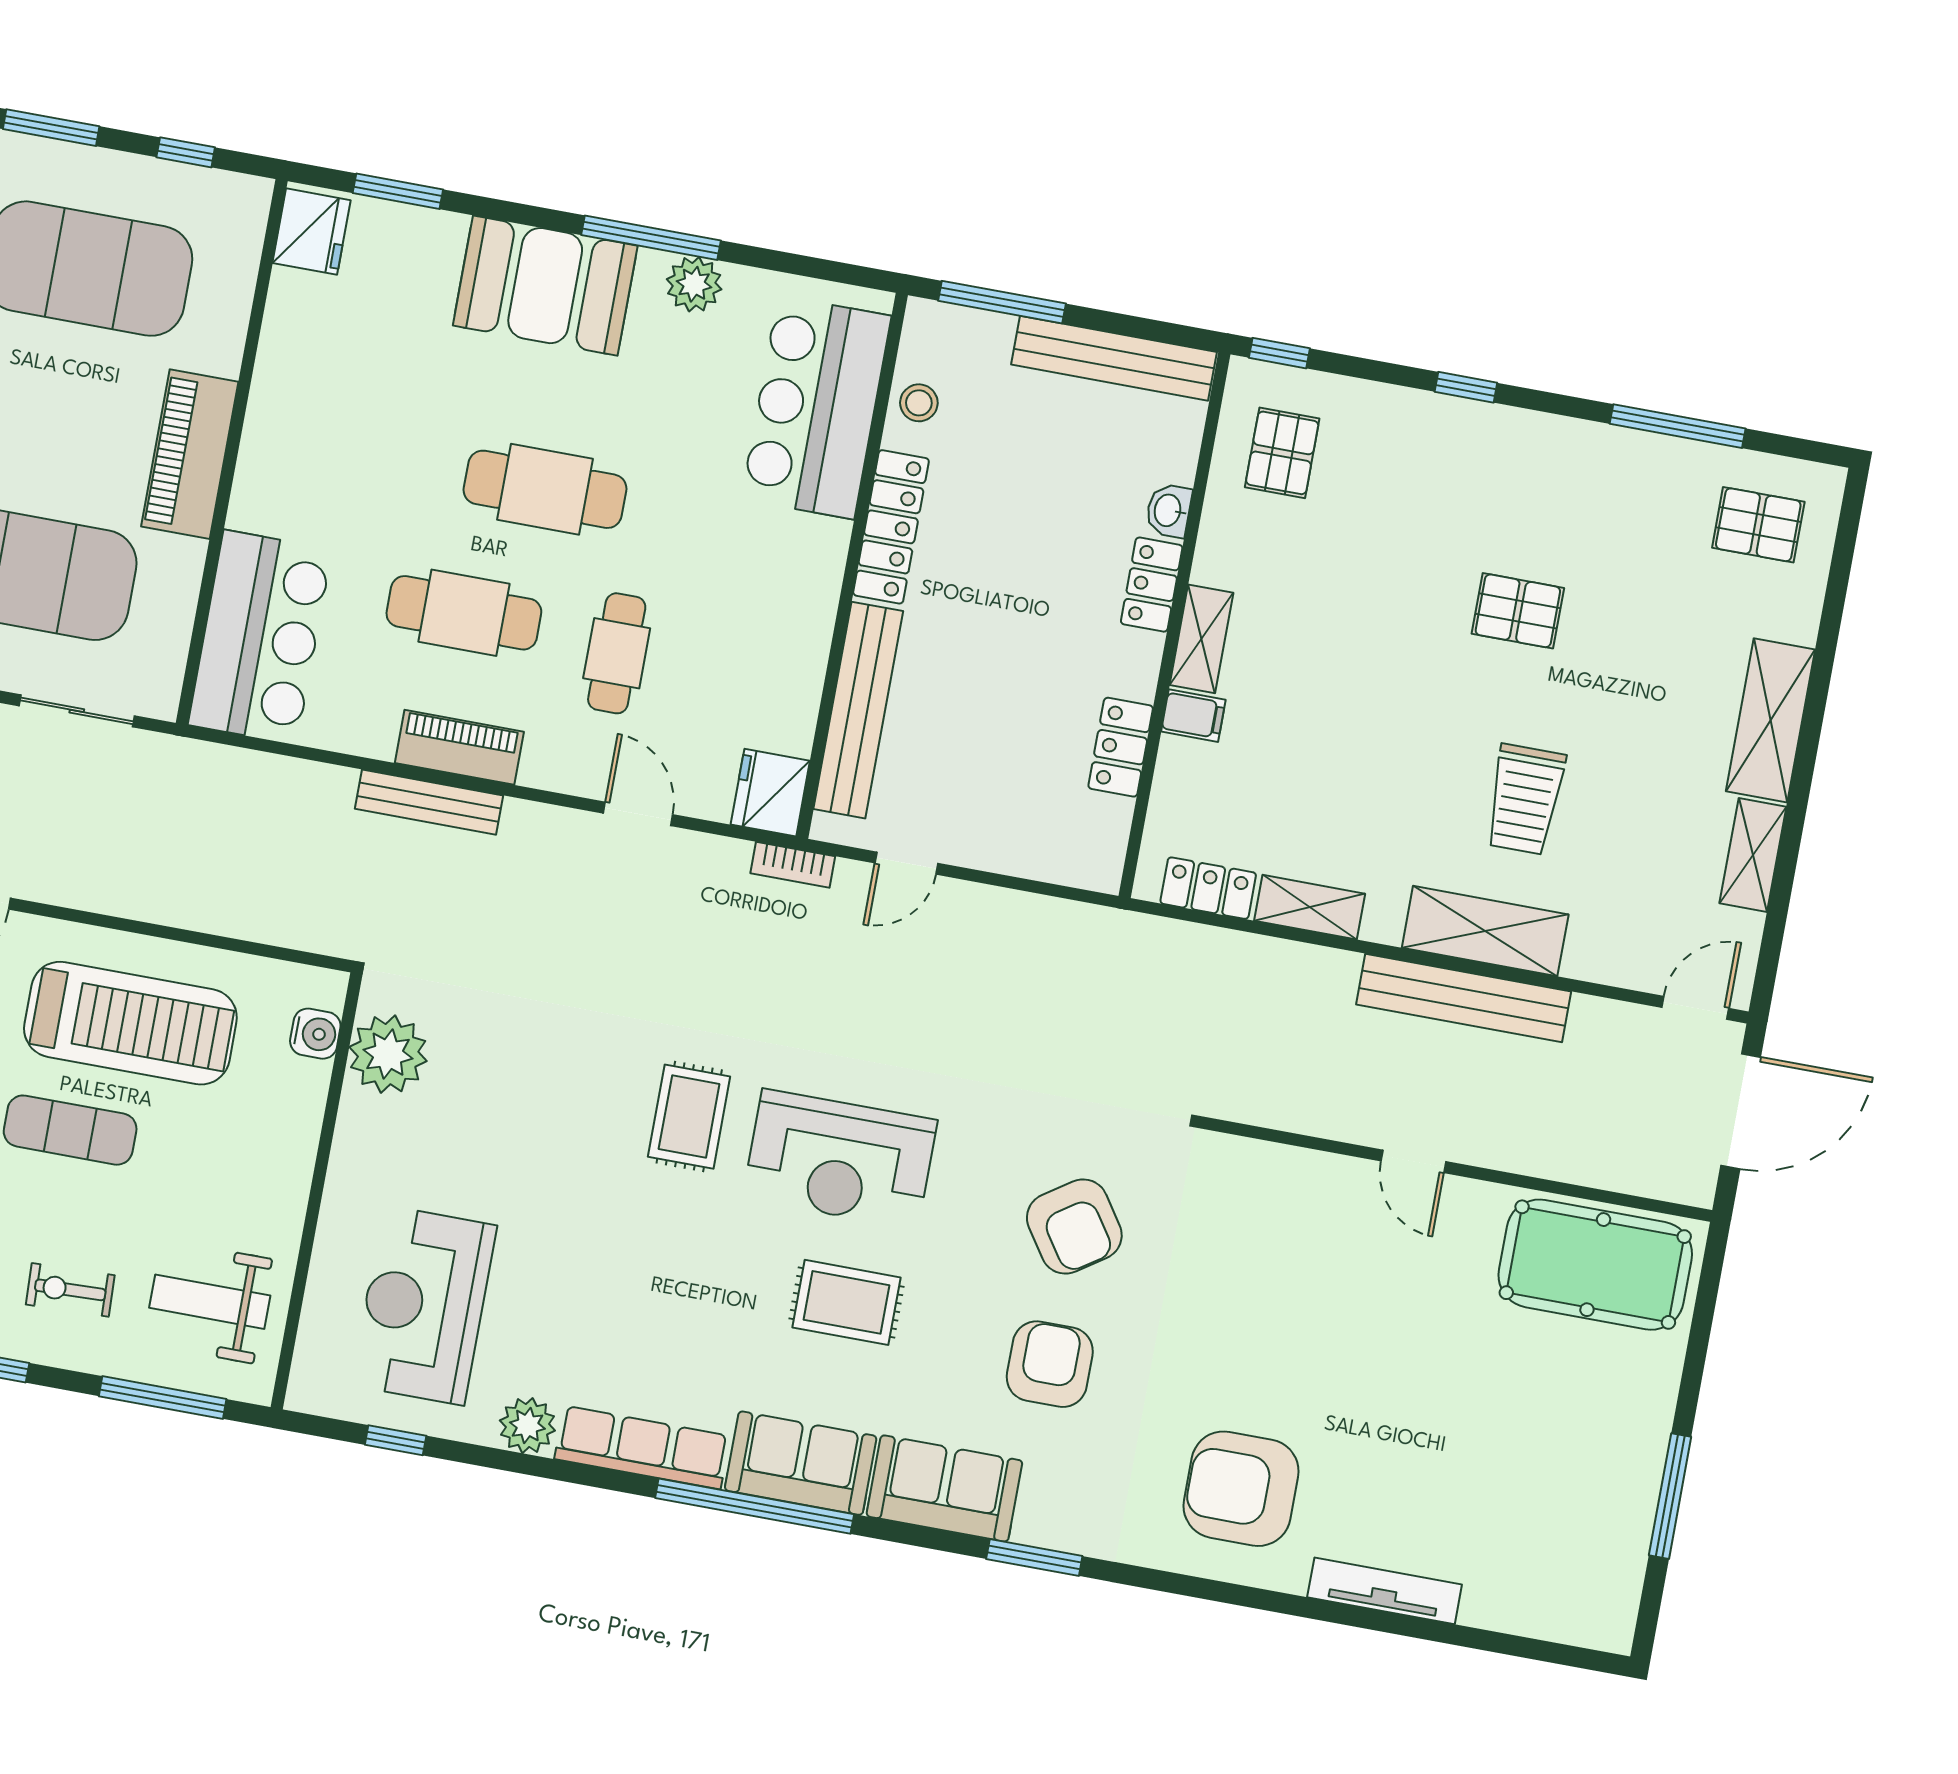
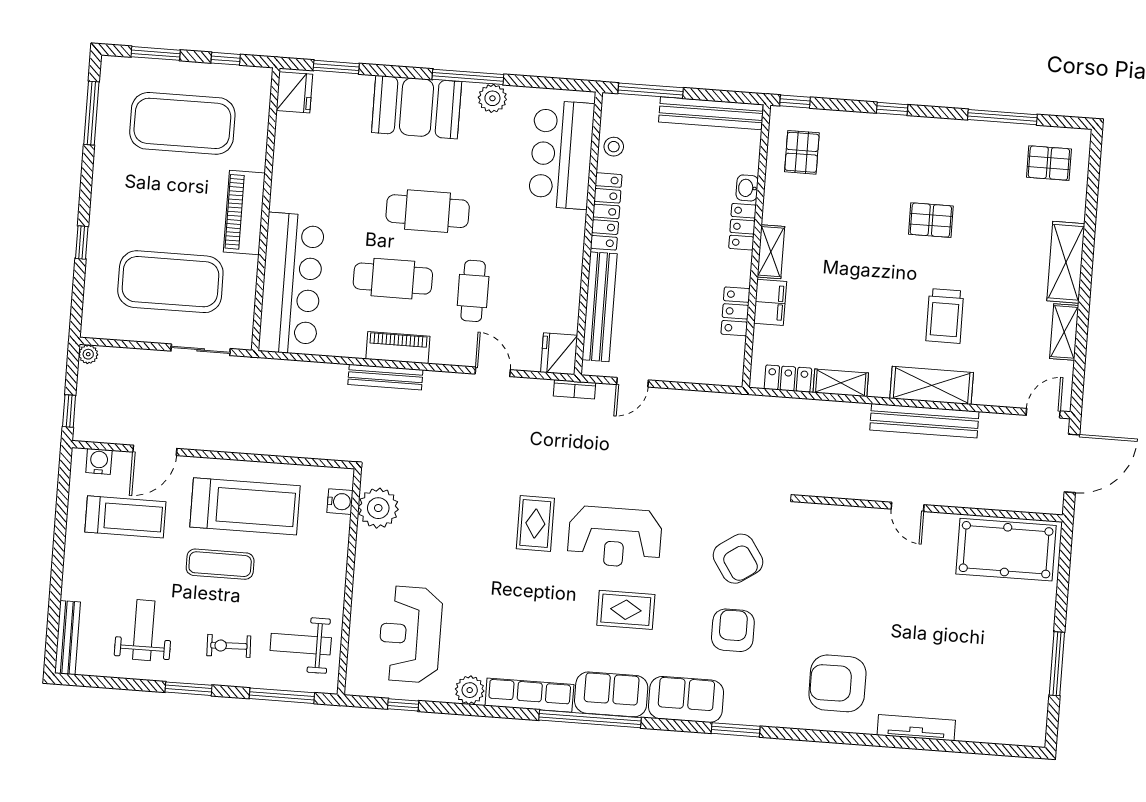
bar counter: (260, 637) -> (292, 284), width x1.36
filing cabinet: (1193, 716) -> (770, 302), width x2.00

